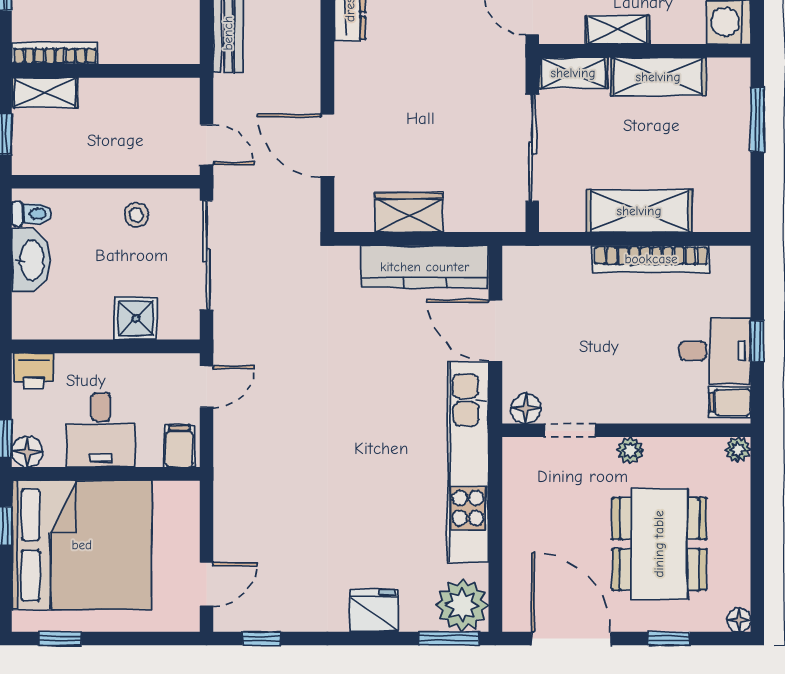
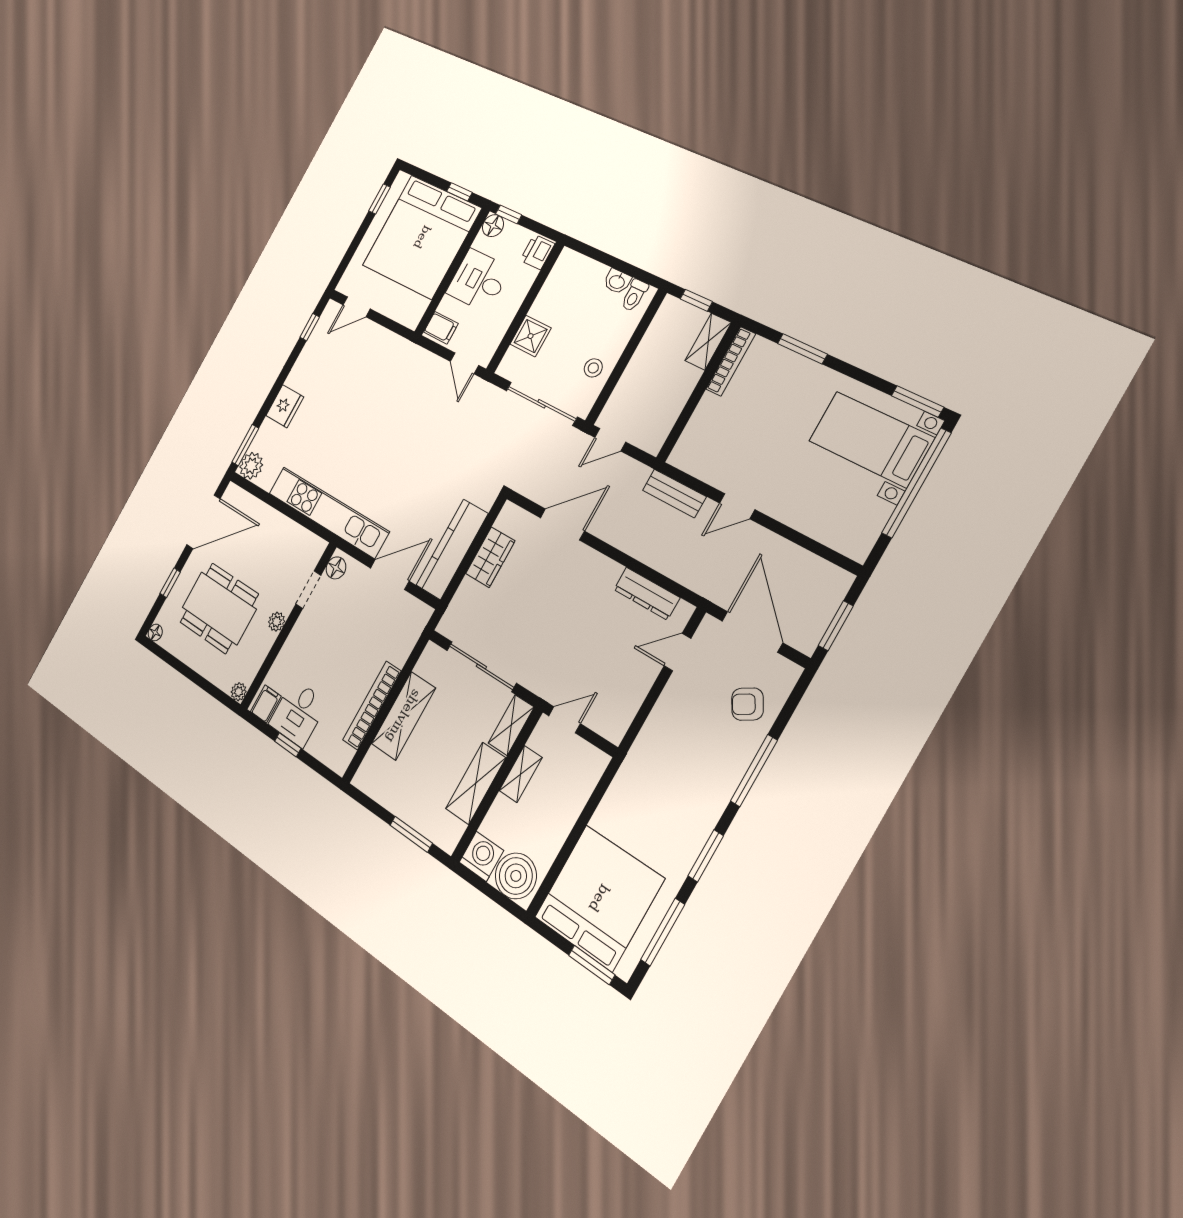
washbasin: (31, 260) -> (617, 281), width x0.52, depth x0.69
door: (207, 584) -> (357, 307), hinge flipped
plant: (462, 605) -> (251, 466), width x0.73, depth x0.73

